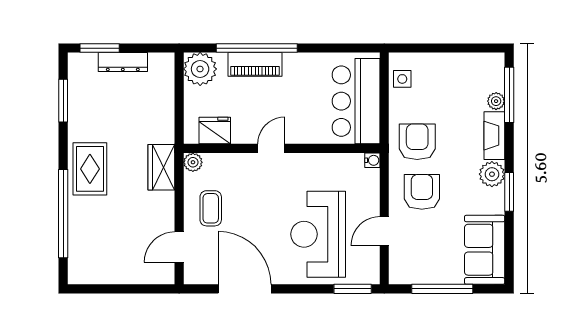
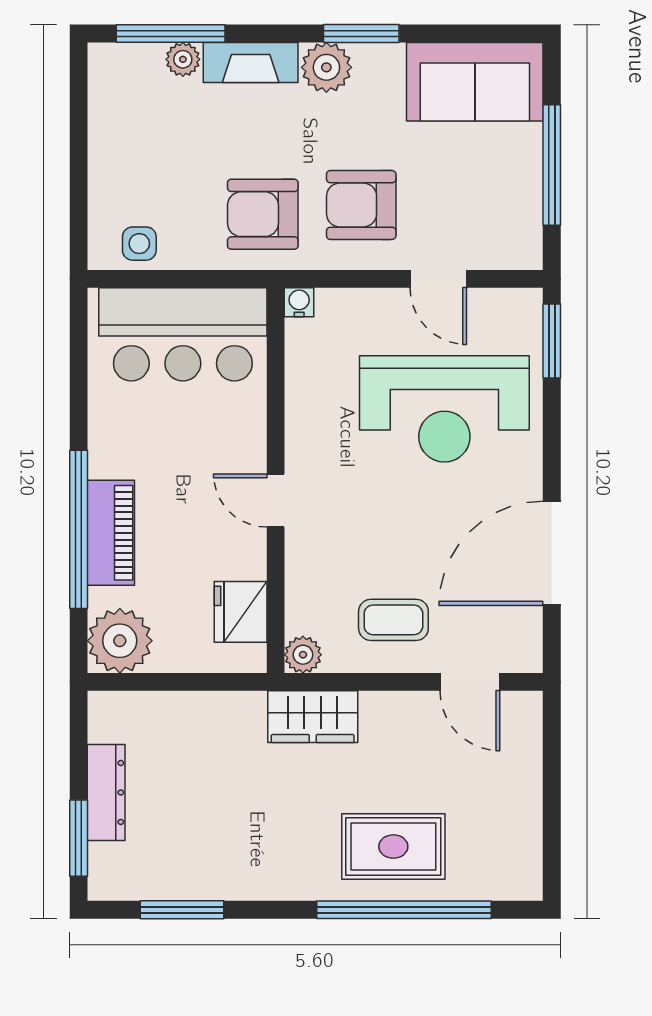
rug: (90, 169) -> (393, 847), moved

